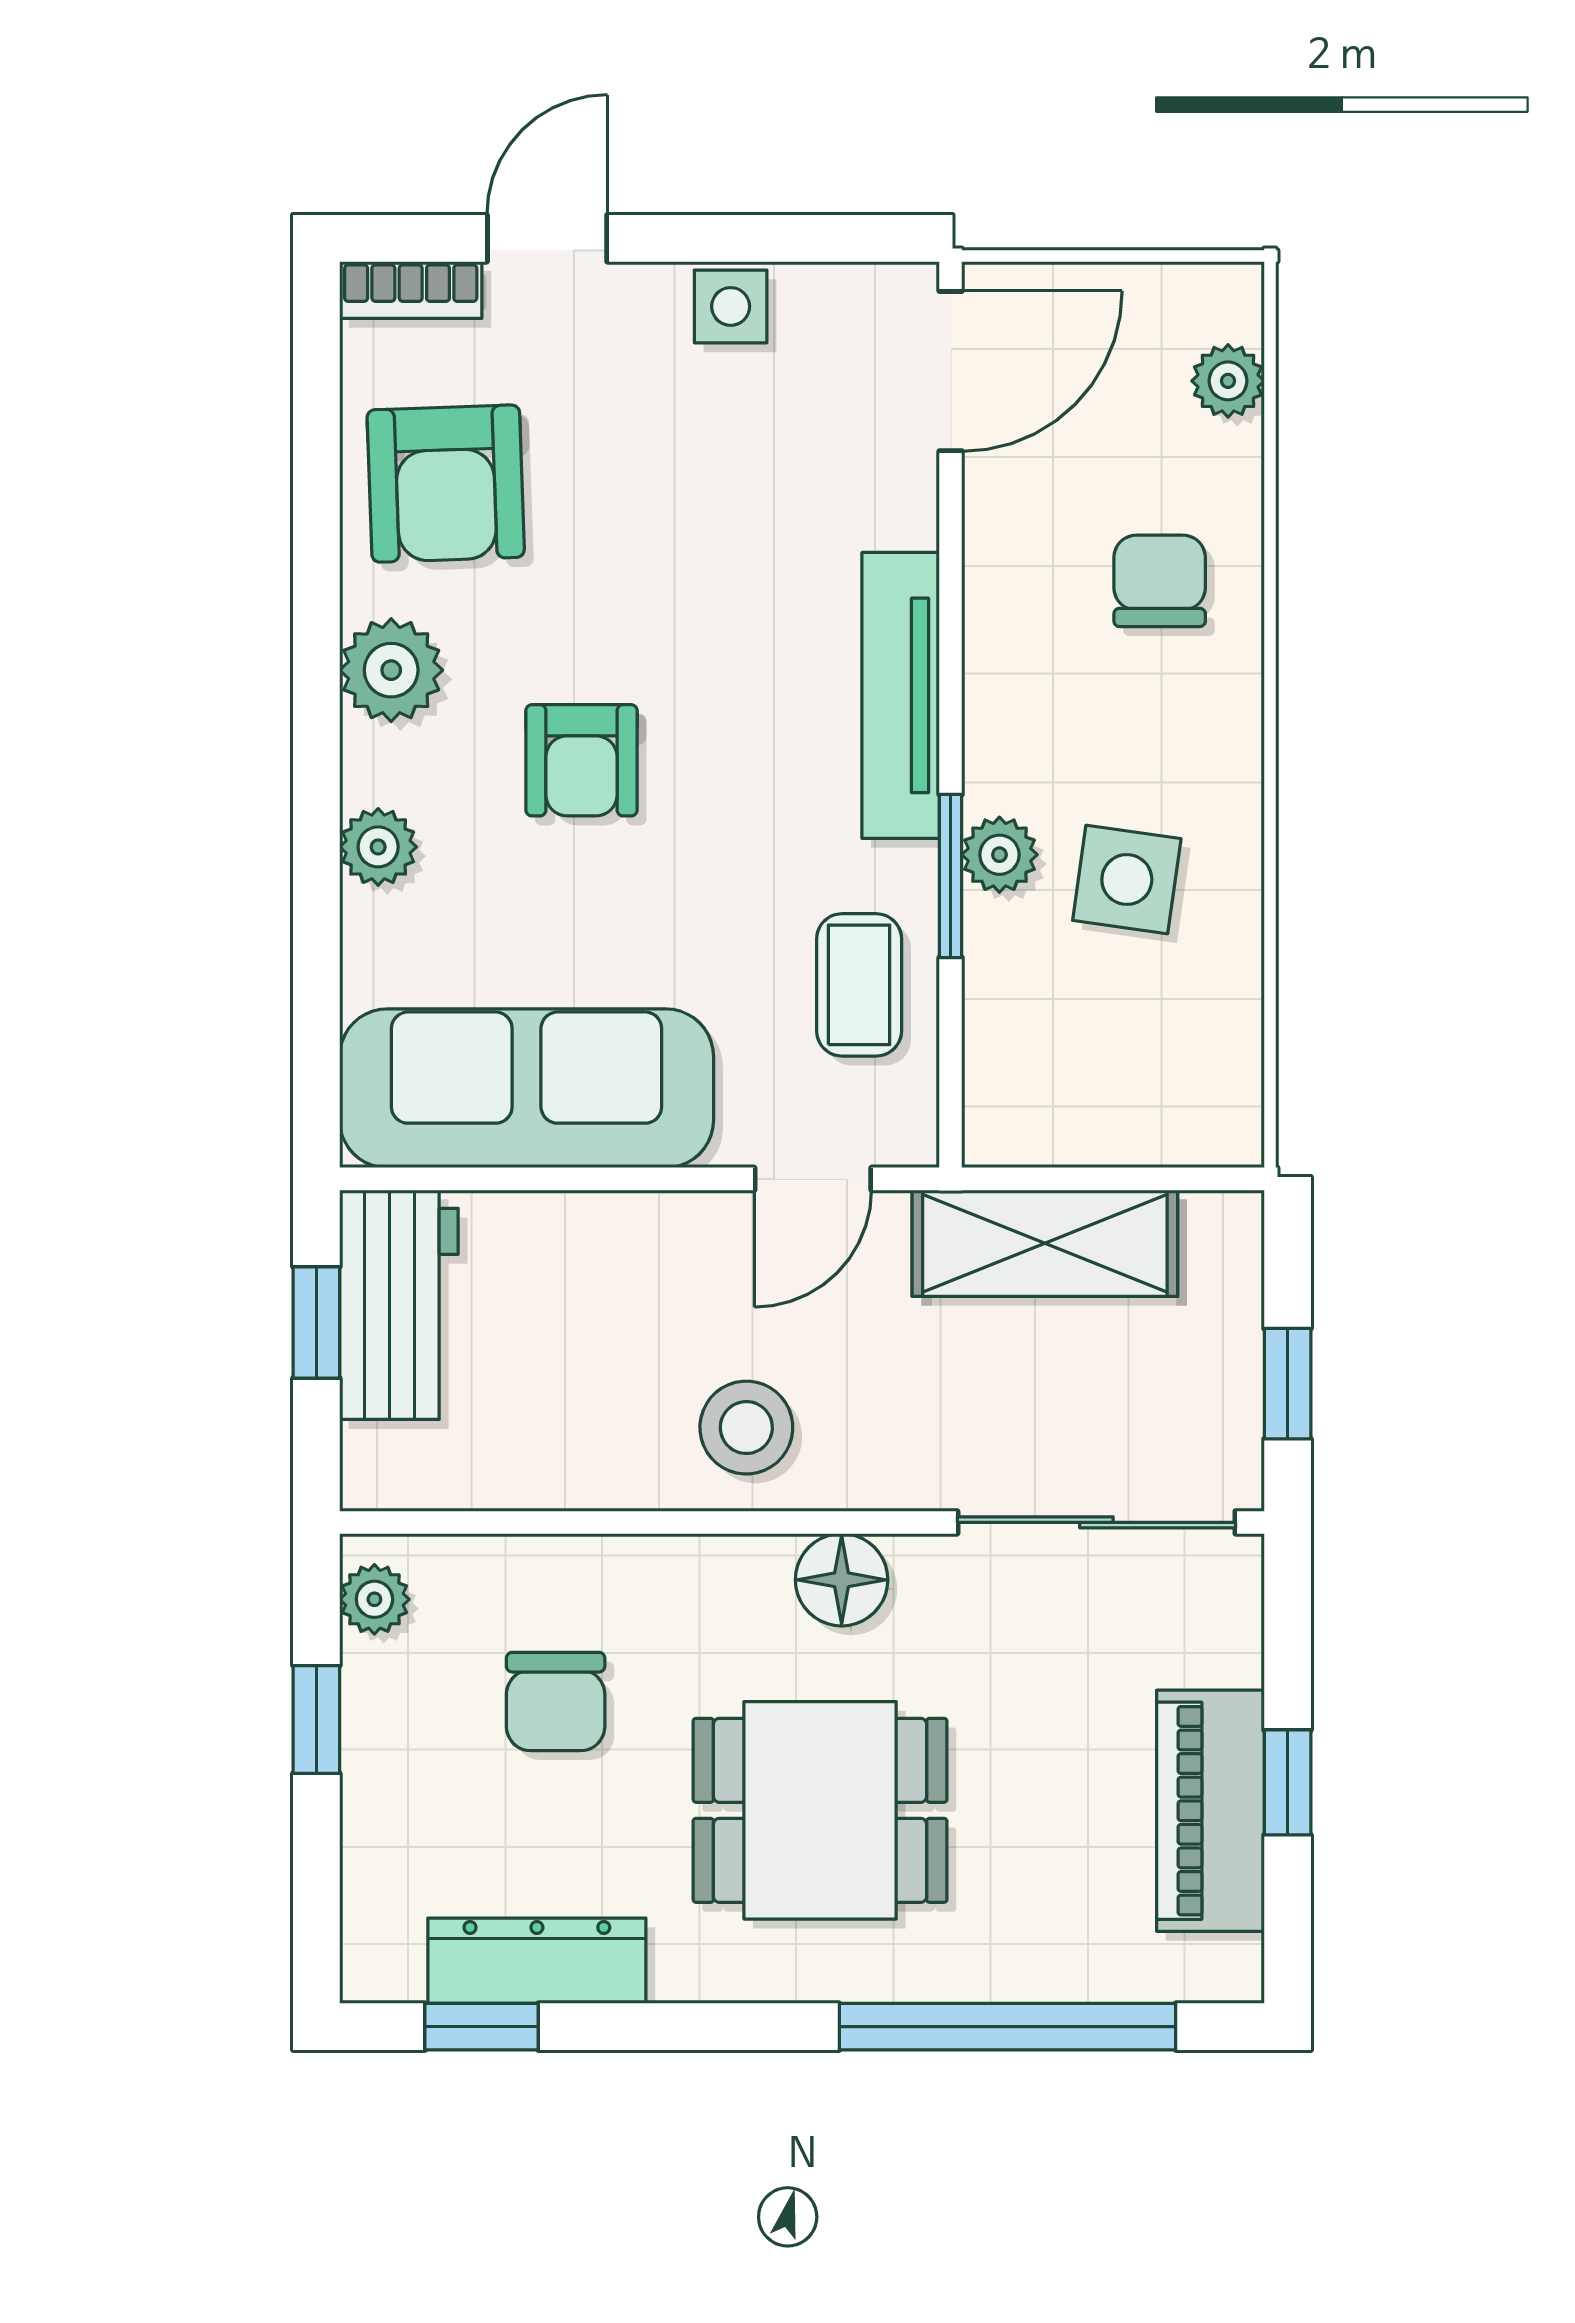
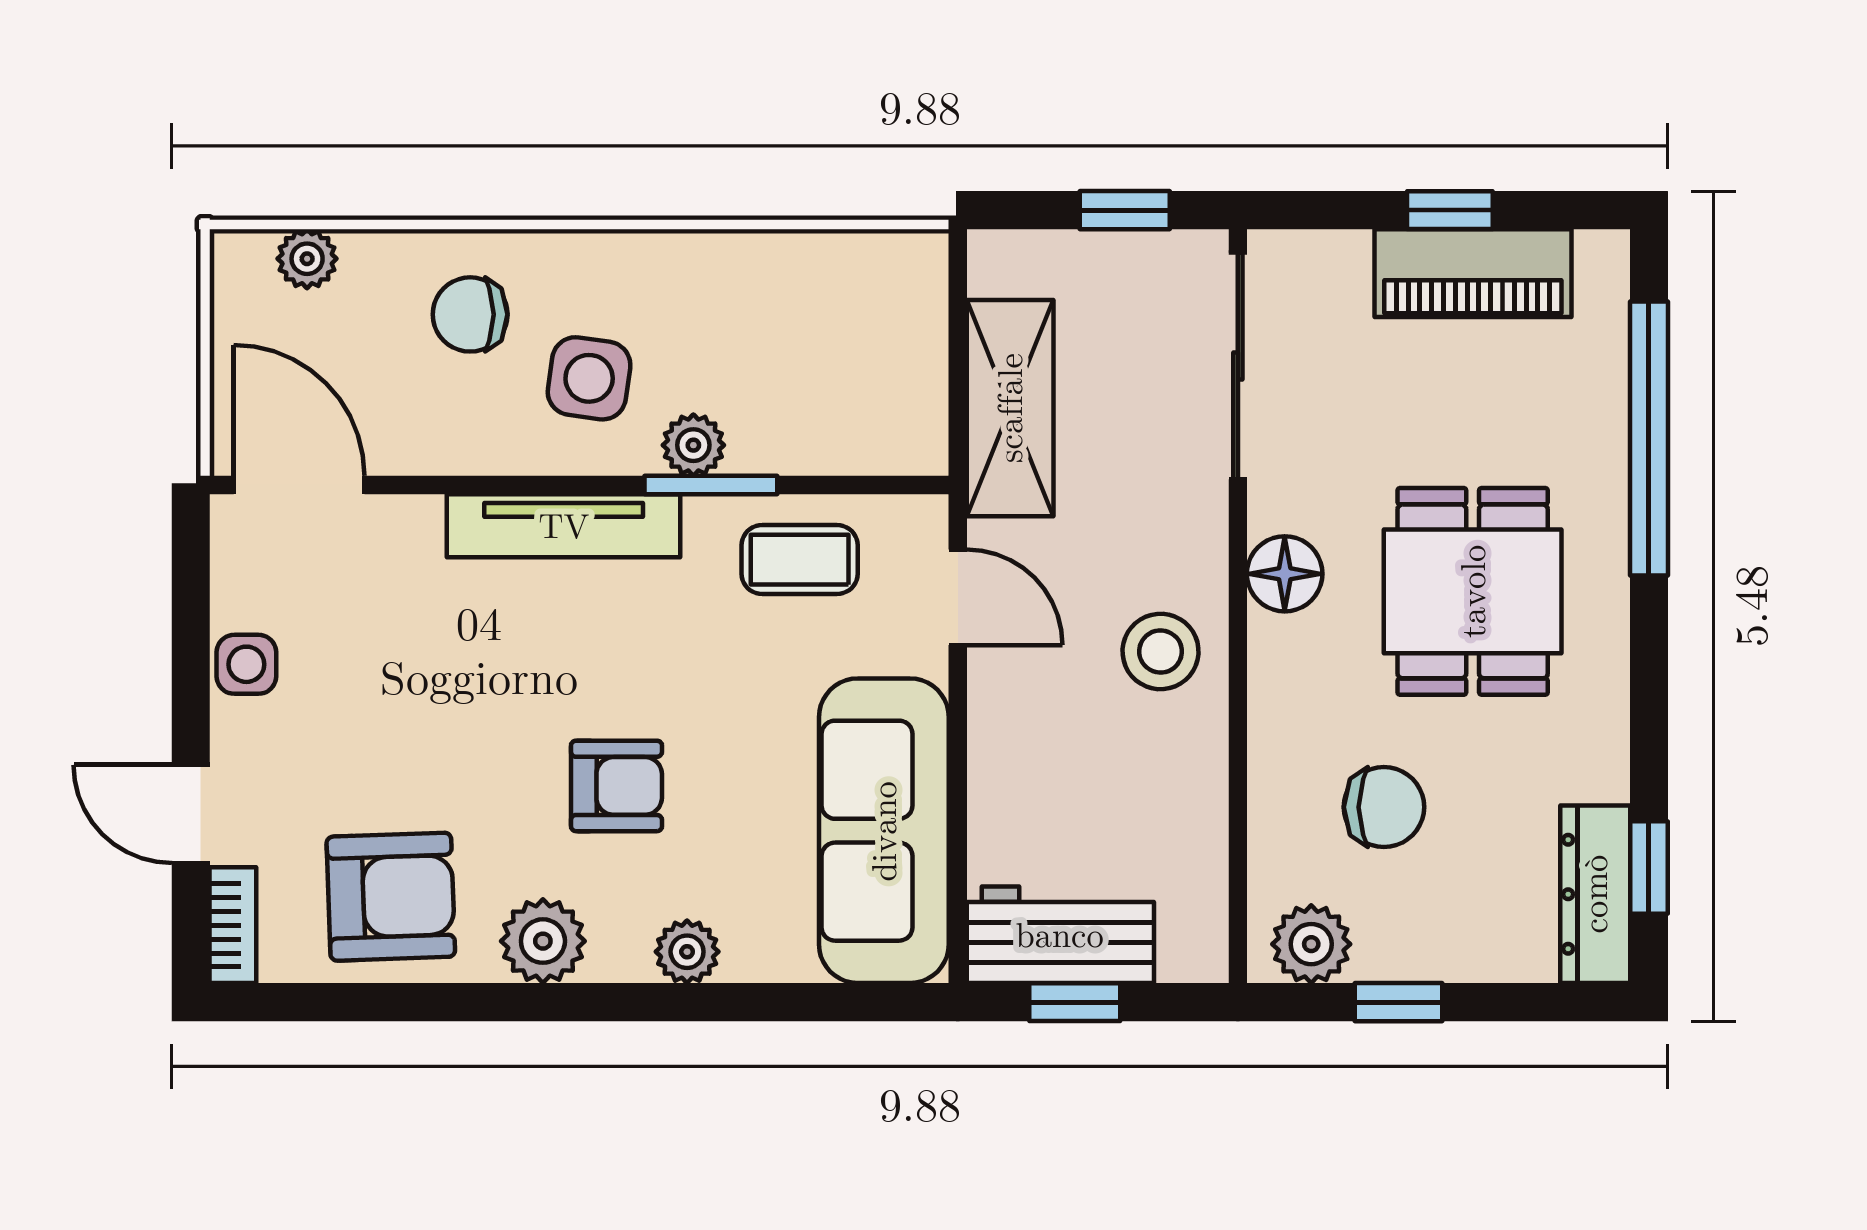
side table: (1127, 879) -> (589, 378), moved
plant: (374, 1599) -> (1311, 944), width x1.38, depth x1.38
dresser: (537, 1961) -> (1595, 894), moved

